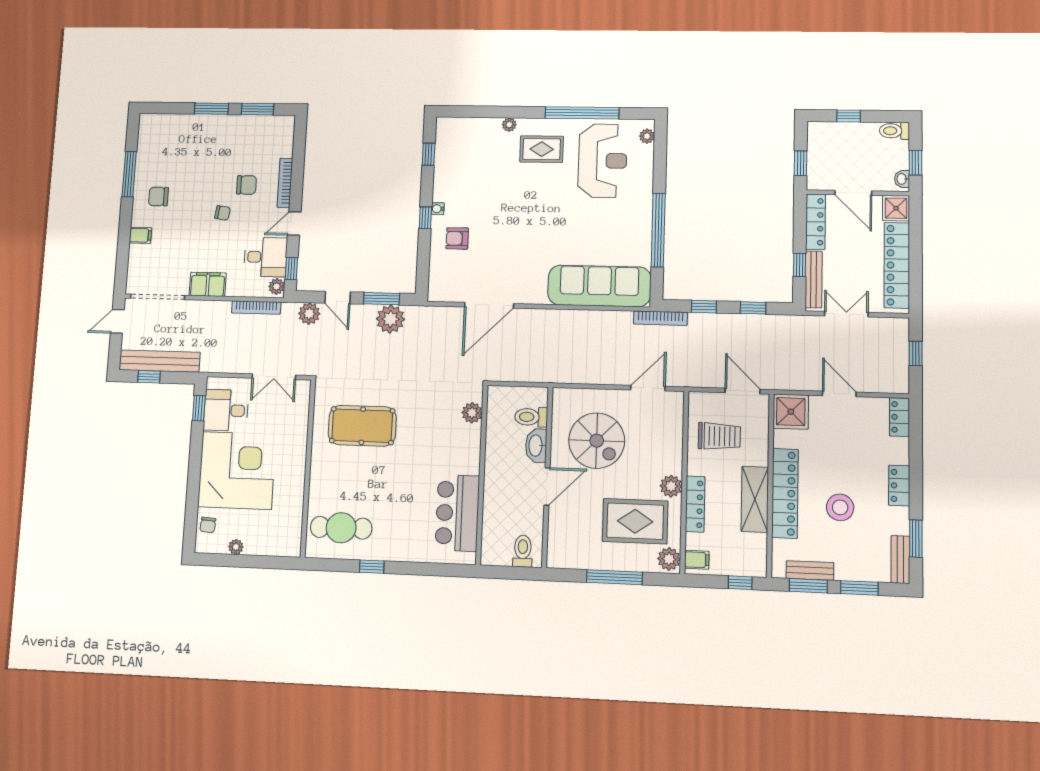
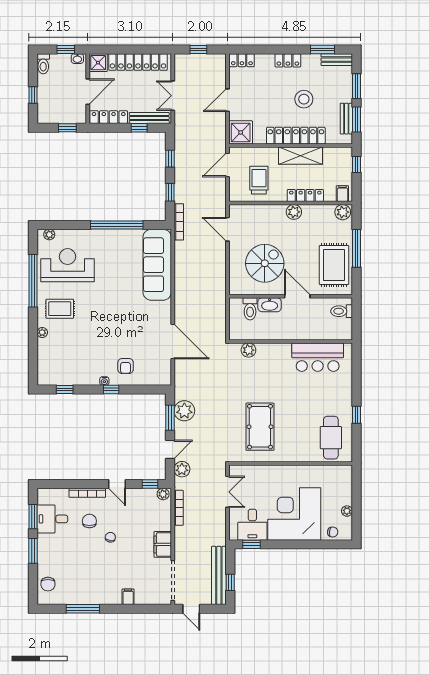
rug: (542, 149) -> (60, 309), turned 90
chair: (158, 196) -> (48, 584), moved
desk: (265, 257) -> (52, 519), moved, turned -90
rug: (635, 521) -> (334, 265), moved

